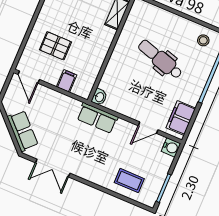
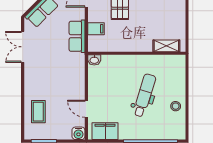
stool: (203, 40) -> (176, 106), moved
row of seats: (97, 118) -> (77, 36), moved

